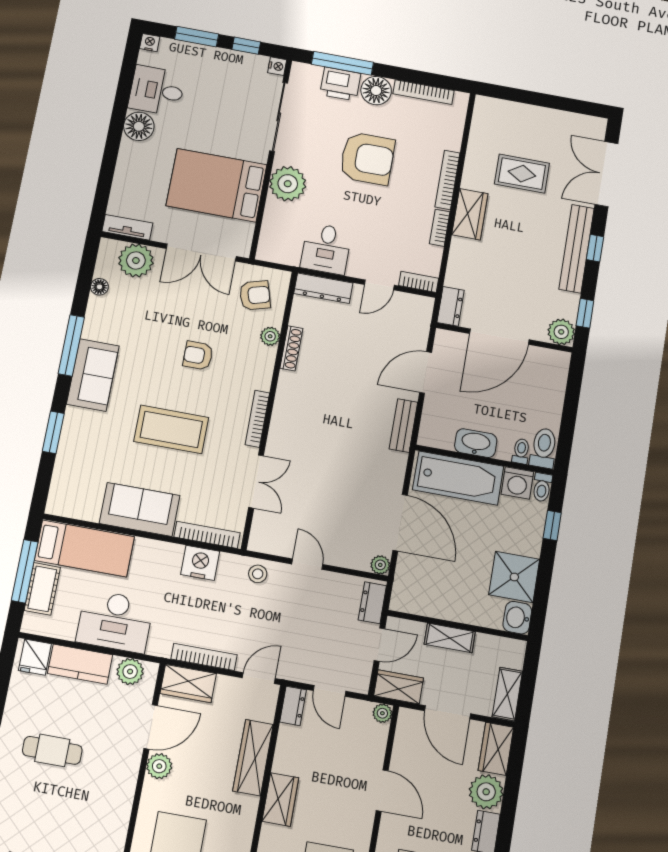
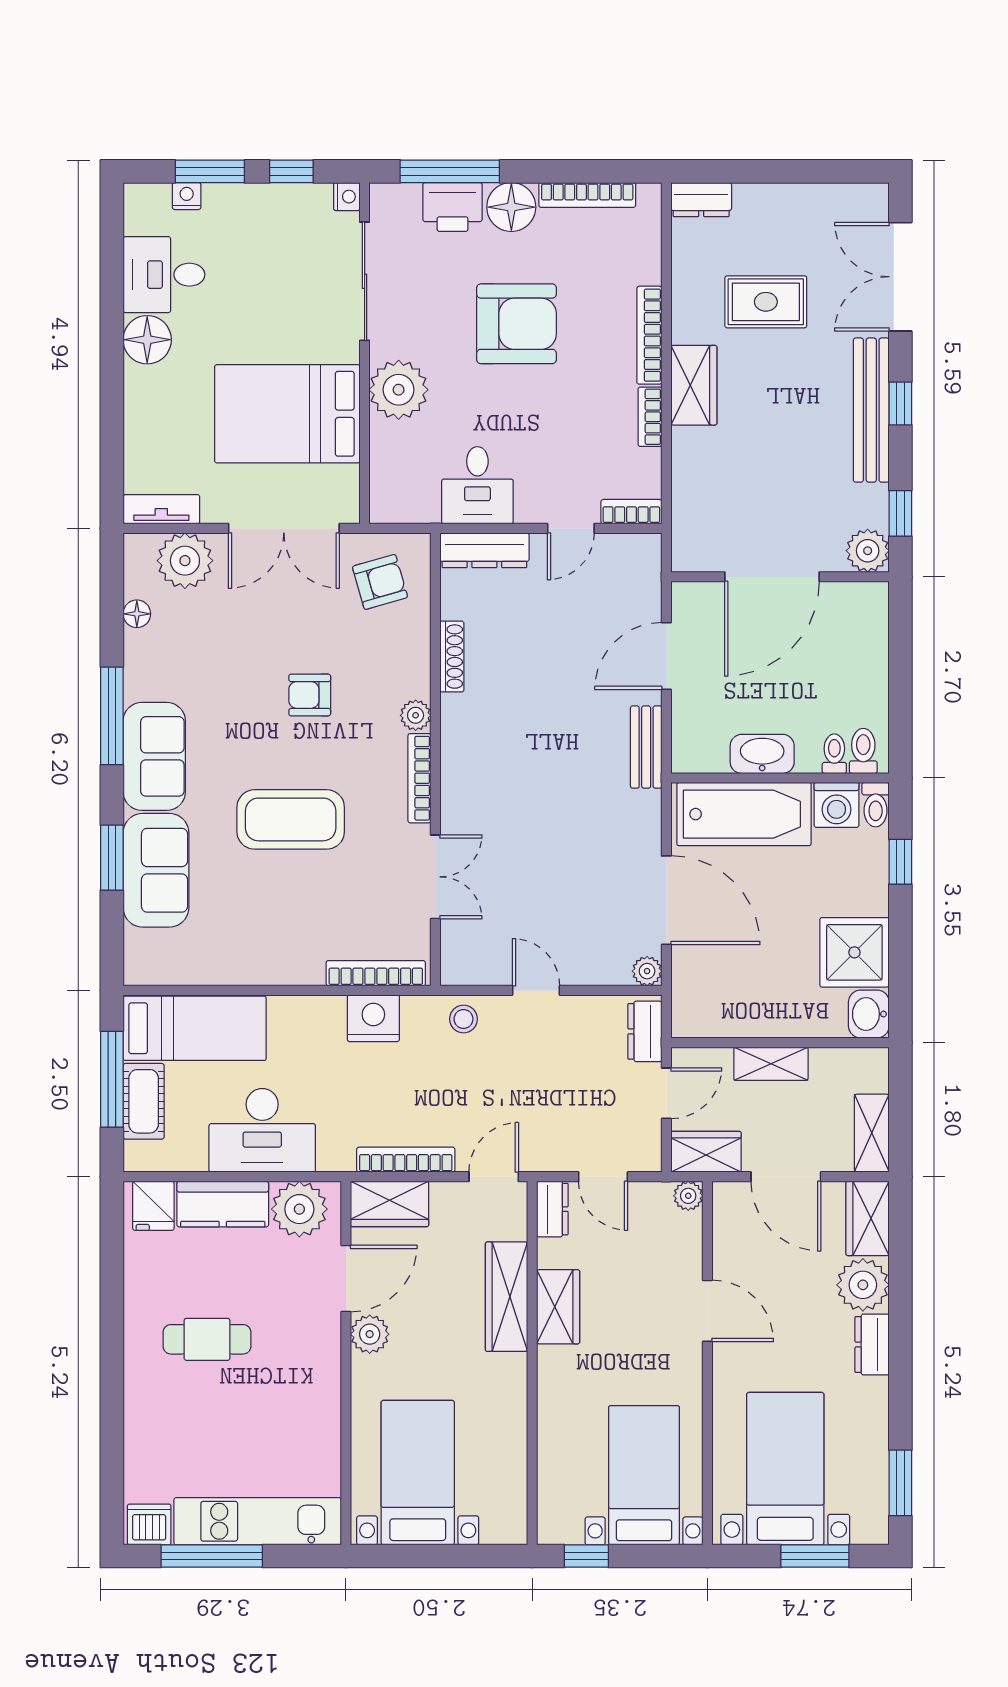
nightstand: (150, 43) -> (187, 196), moved
dresser: (451, 306) -> (701, 200), moved, turned 90
plant: (270, 336) -> (416, 715), moved
toilet: (544, 448) -> (863, 751), width x0.73, depth x0.72
sofa: (140, 509) -> (156, 870), moved, turned 90
plant: (130, 672) -> (299, 1209), width x1.36, depth x1.36
wardrobe: (280, 799) -> (558, 1307), moved

